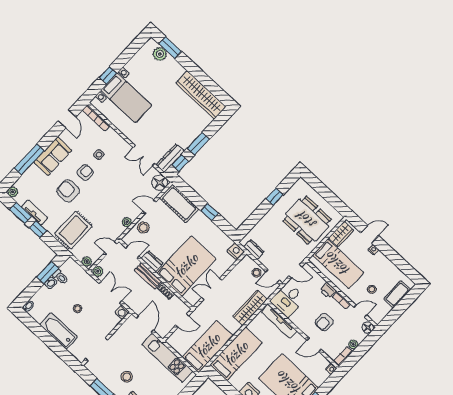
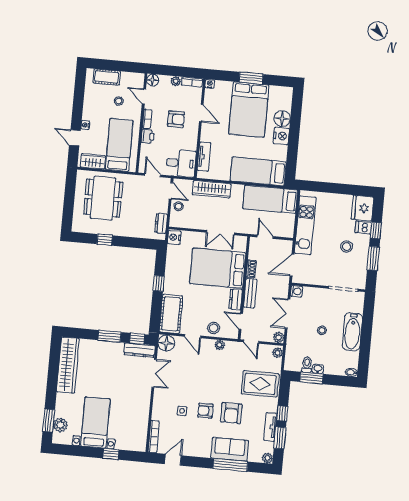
bed with nightstands: (126, 98) -> (95, 422), moved
sofa: (53, 156) -> (230, 449), moved
tv unit: (279, 321) -> (204, 157), width x0.71

